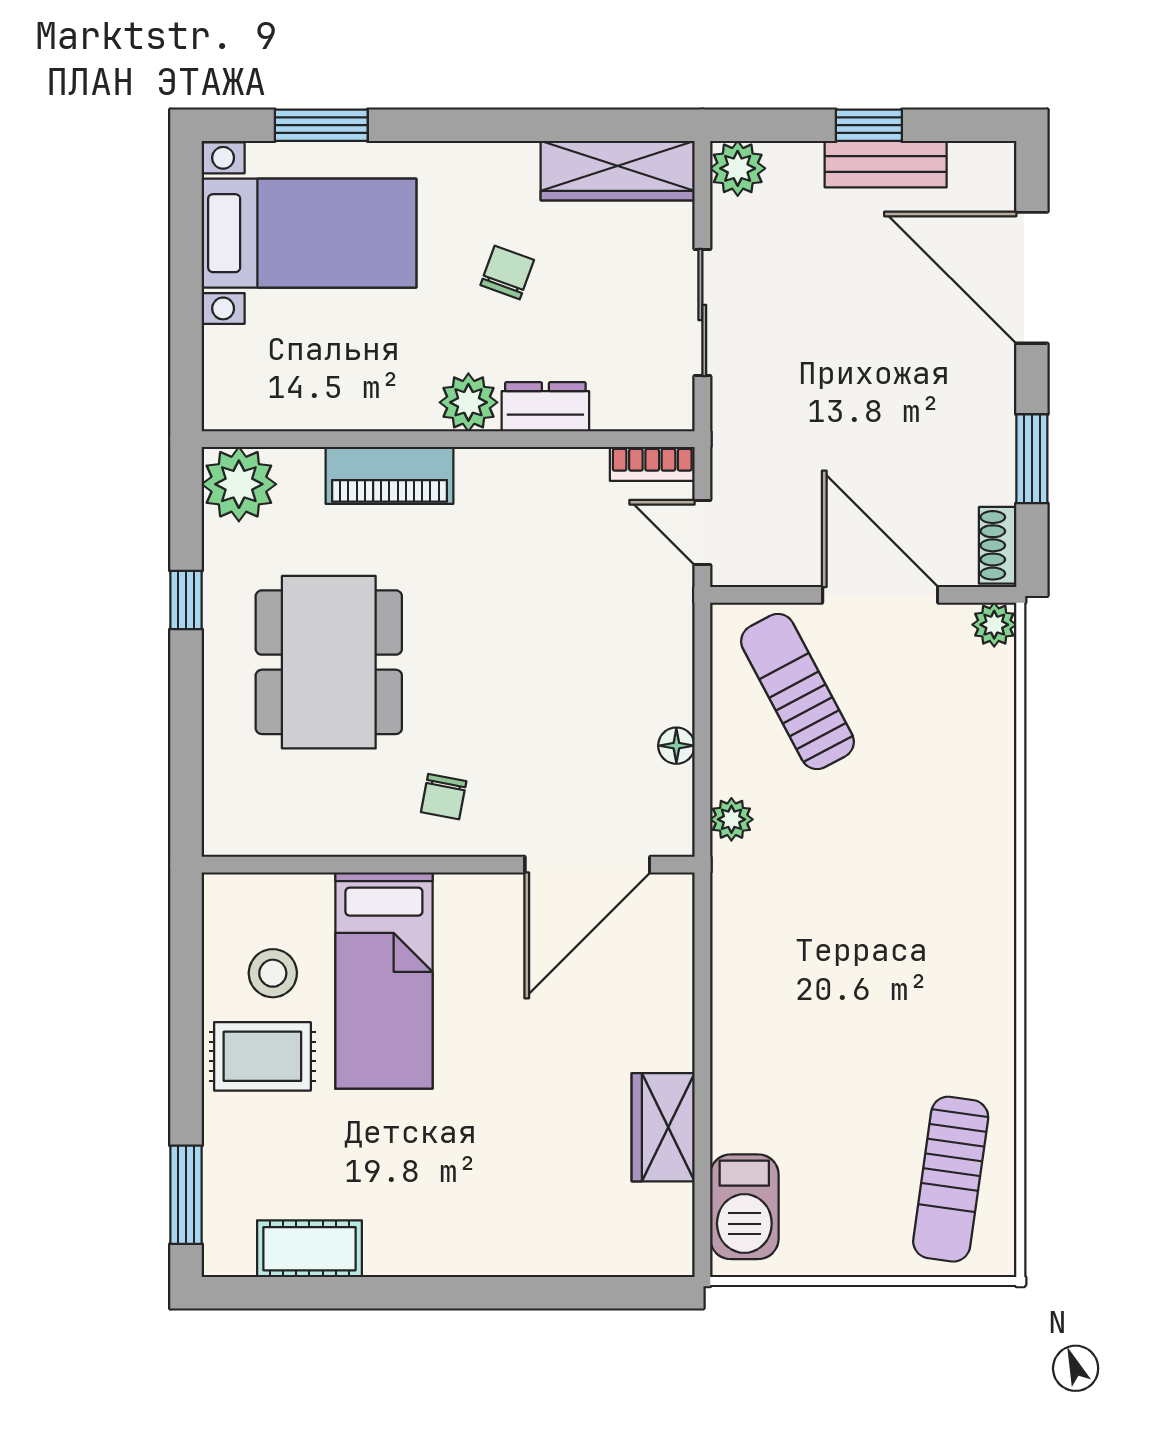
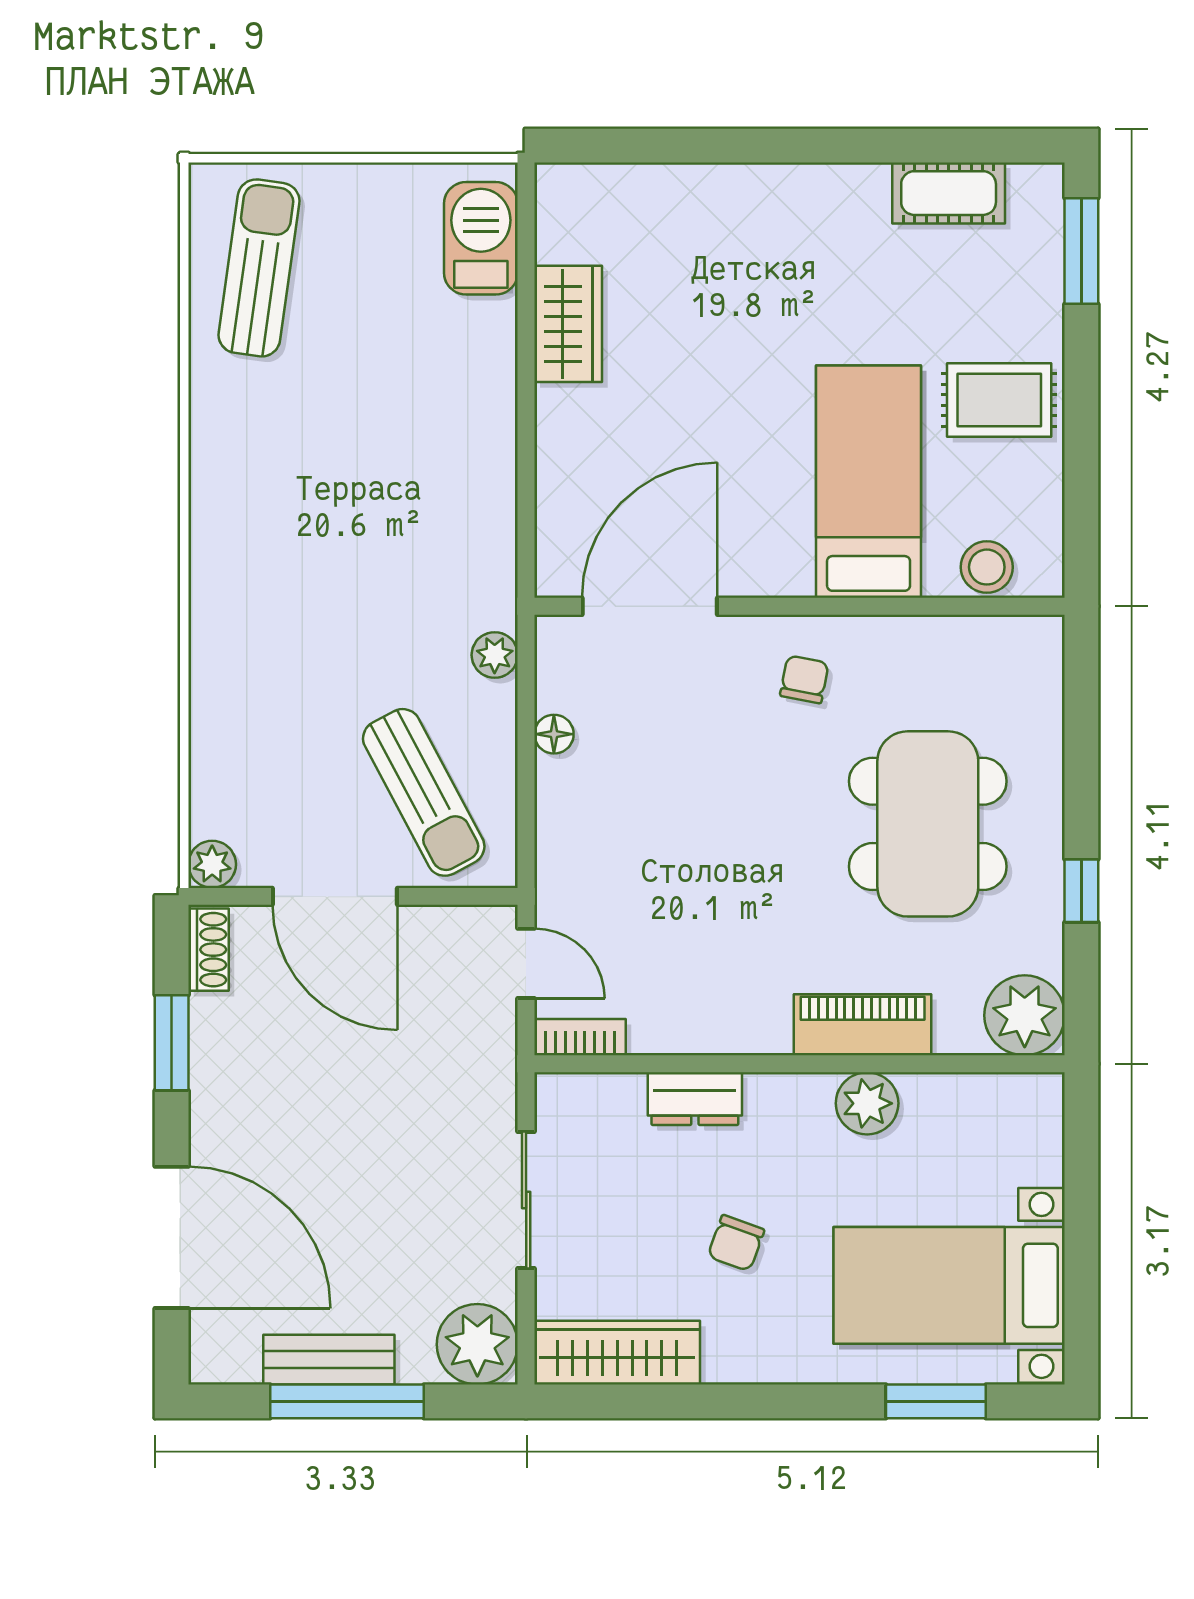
window: (869, 125) -> (347, 1401), width x2.17
plant: (738, 168) -> (477, 1344), width x1.36, depth x1.36
plant: (468, 402) -> (867, 1103), moved
stool: (273, 973) -> (987, 567), moved

